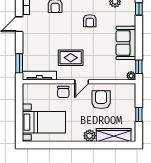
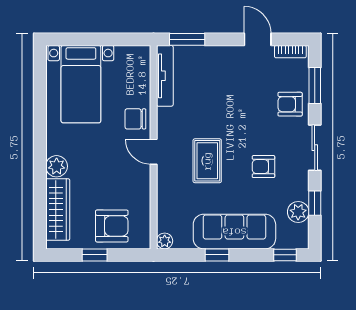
sofa: (126, 43) -> (234, 232), width x1.36
rug: (71, 58) -> (207, 161), moved
window: (139, 67) -> (217, 255), moved
armchair: (101, 100) -> (112, 226), moved

